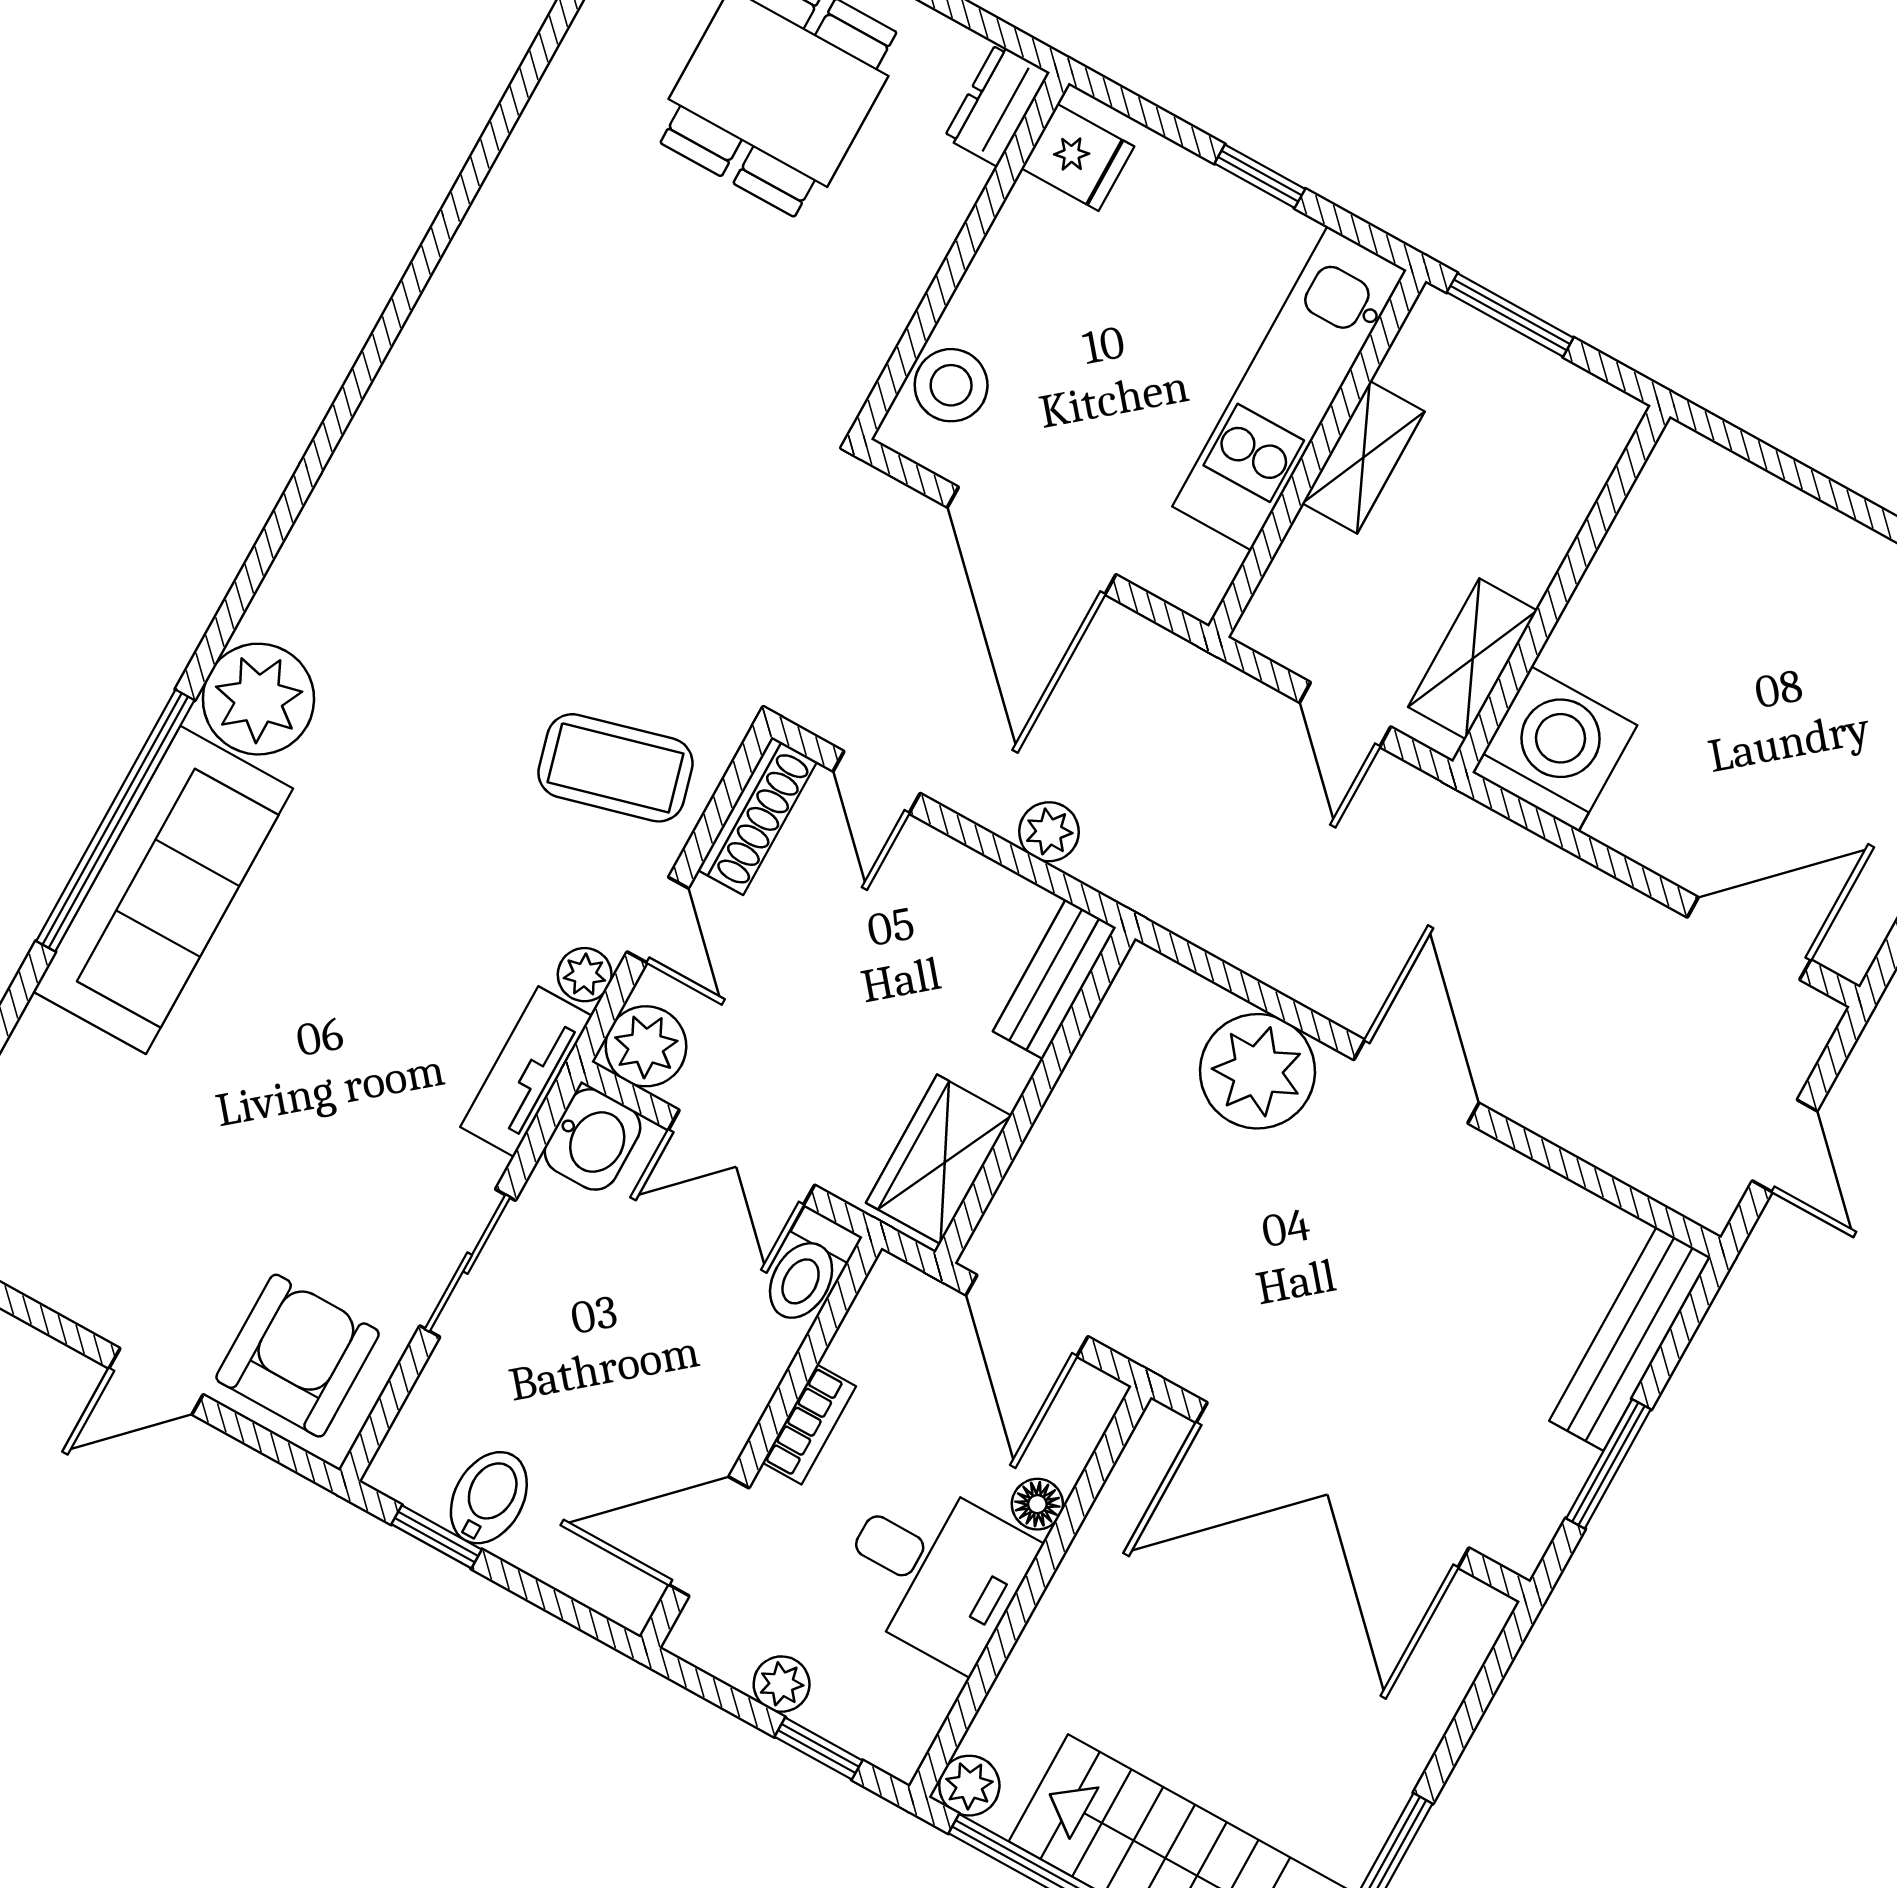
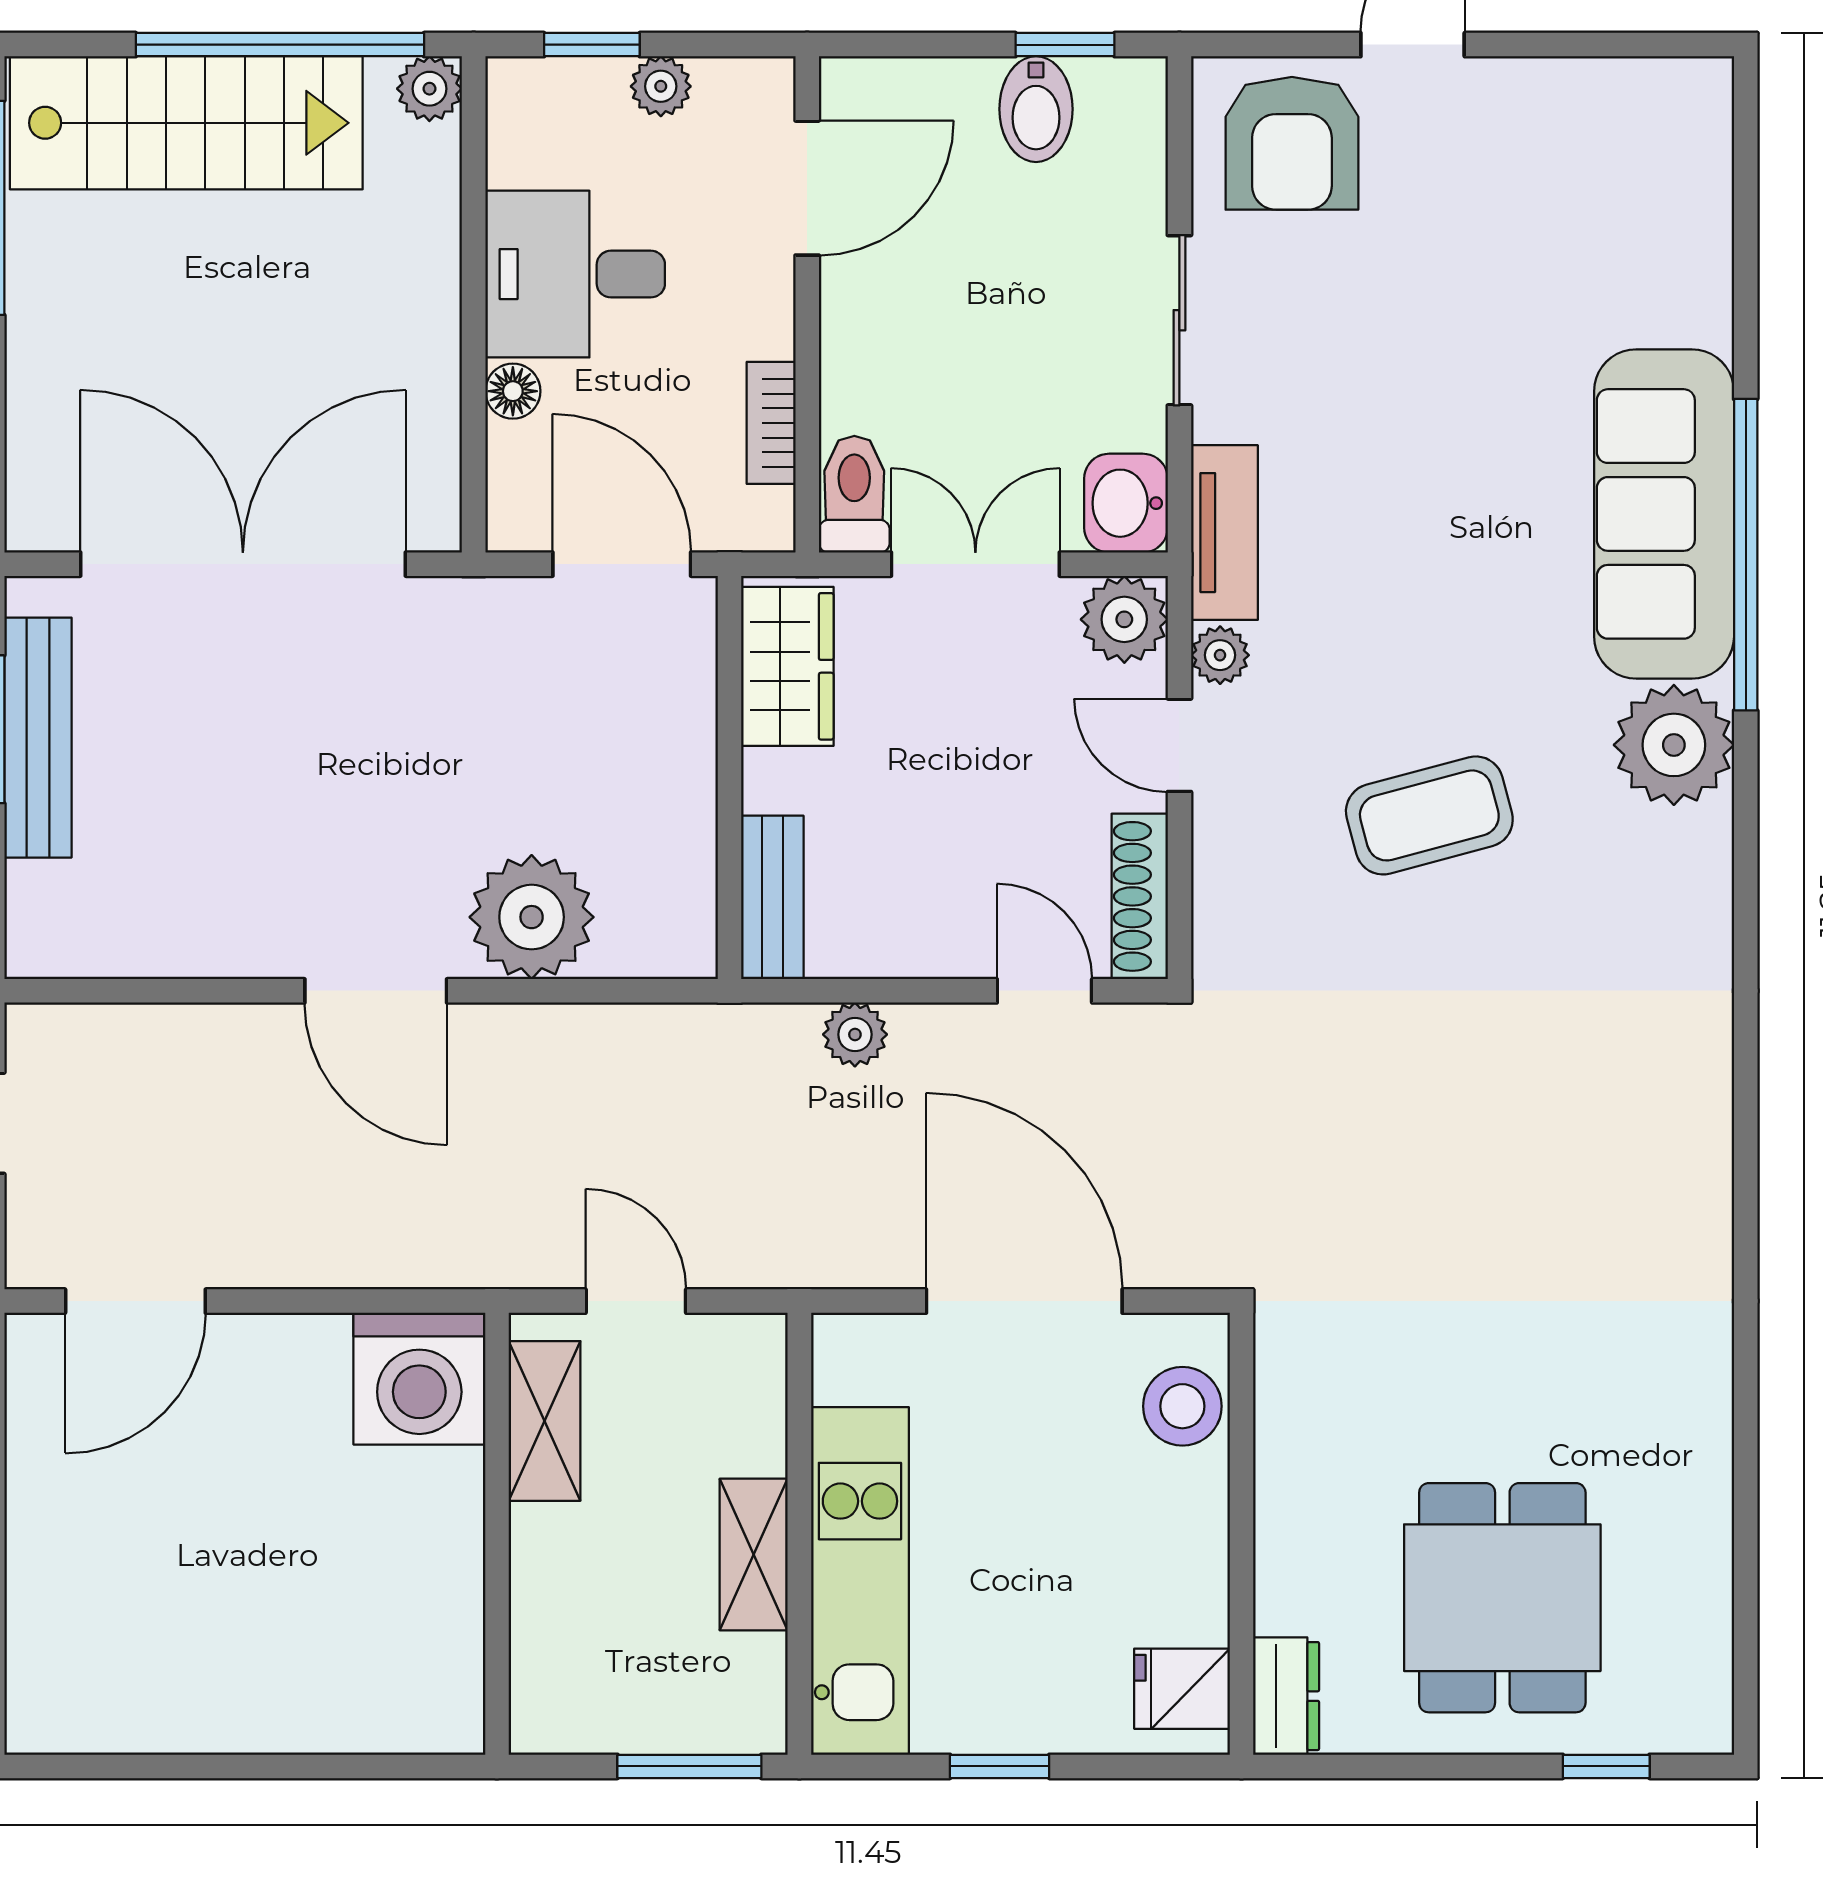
coffee table: (615, 768) -> (1429, 815), moved
bench: (1630, 1339) -> (38, 738), moved
bookcase: (809, 1424) -> (771, 423), moved

